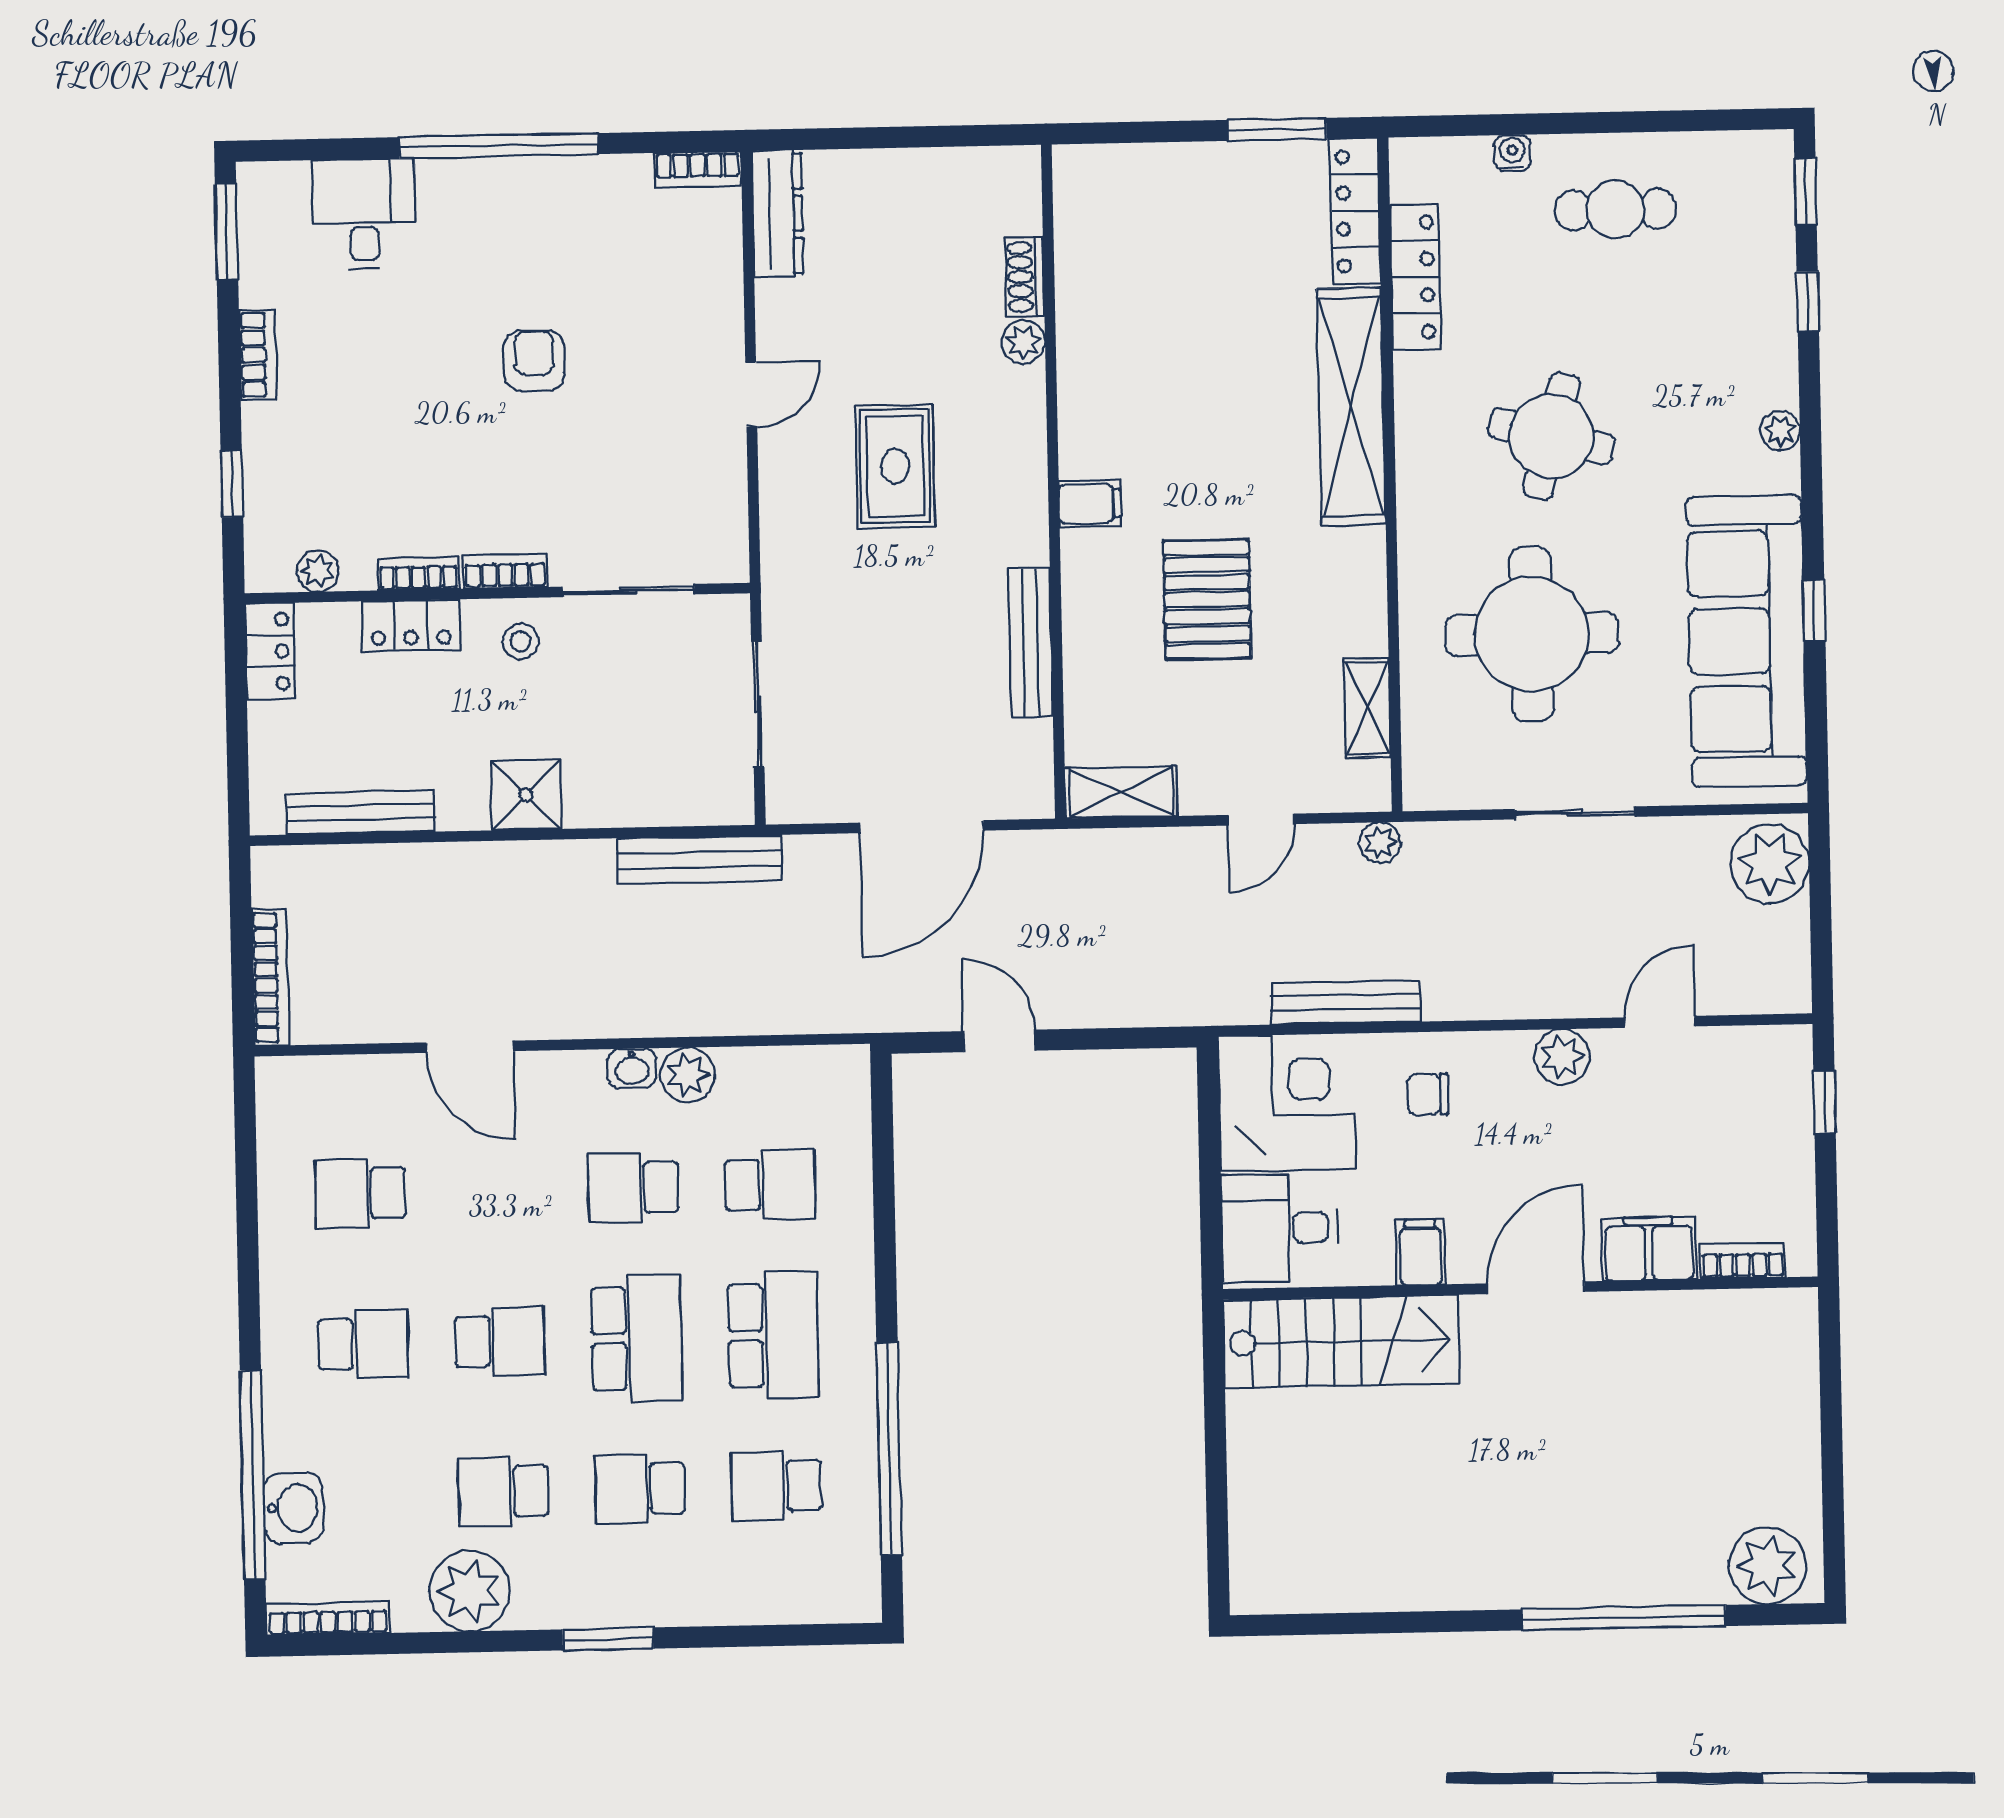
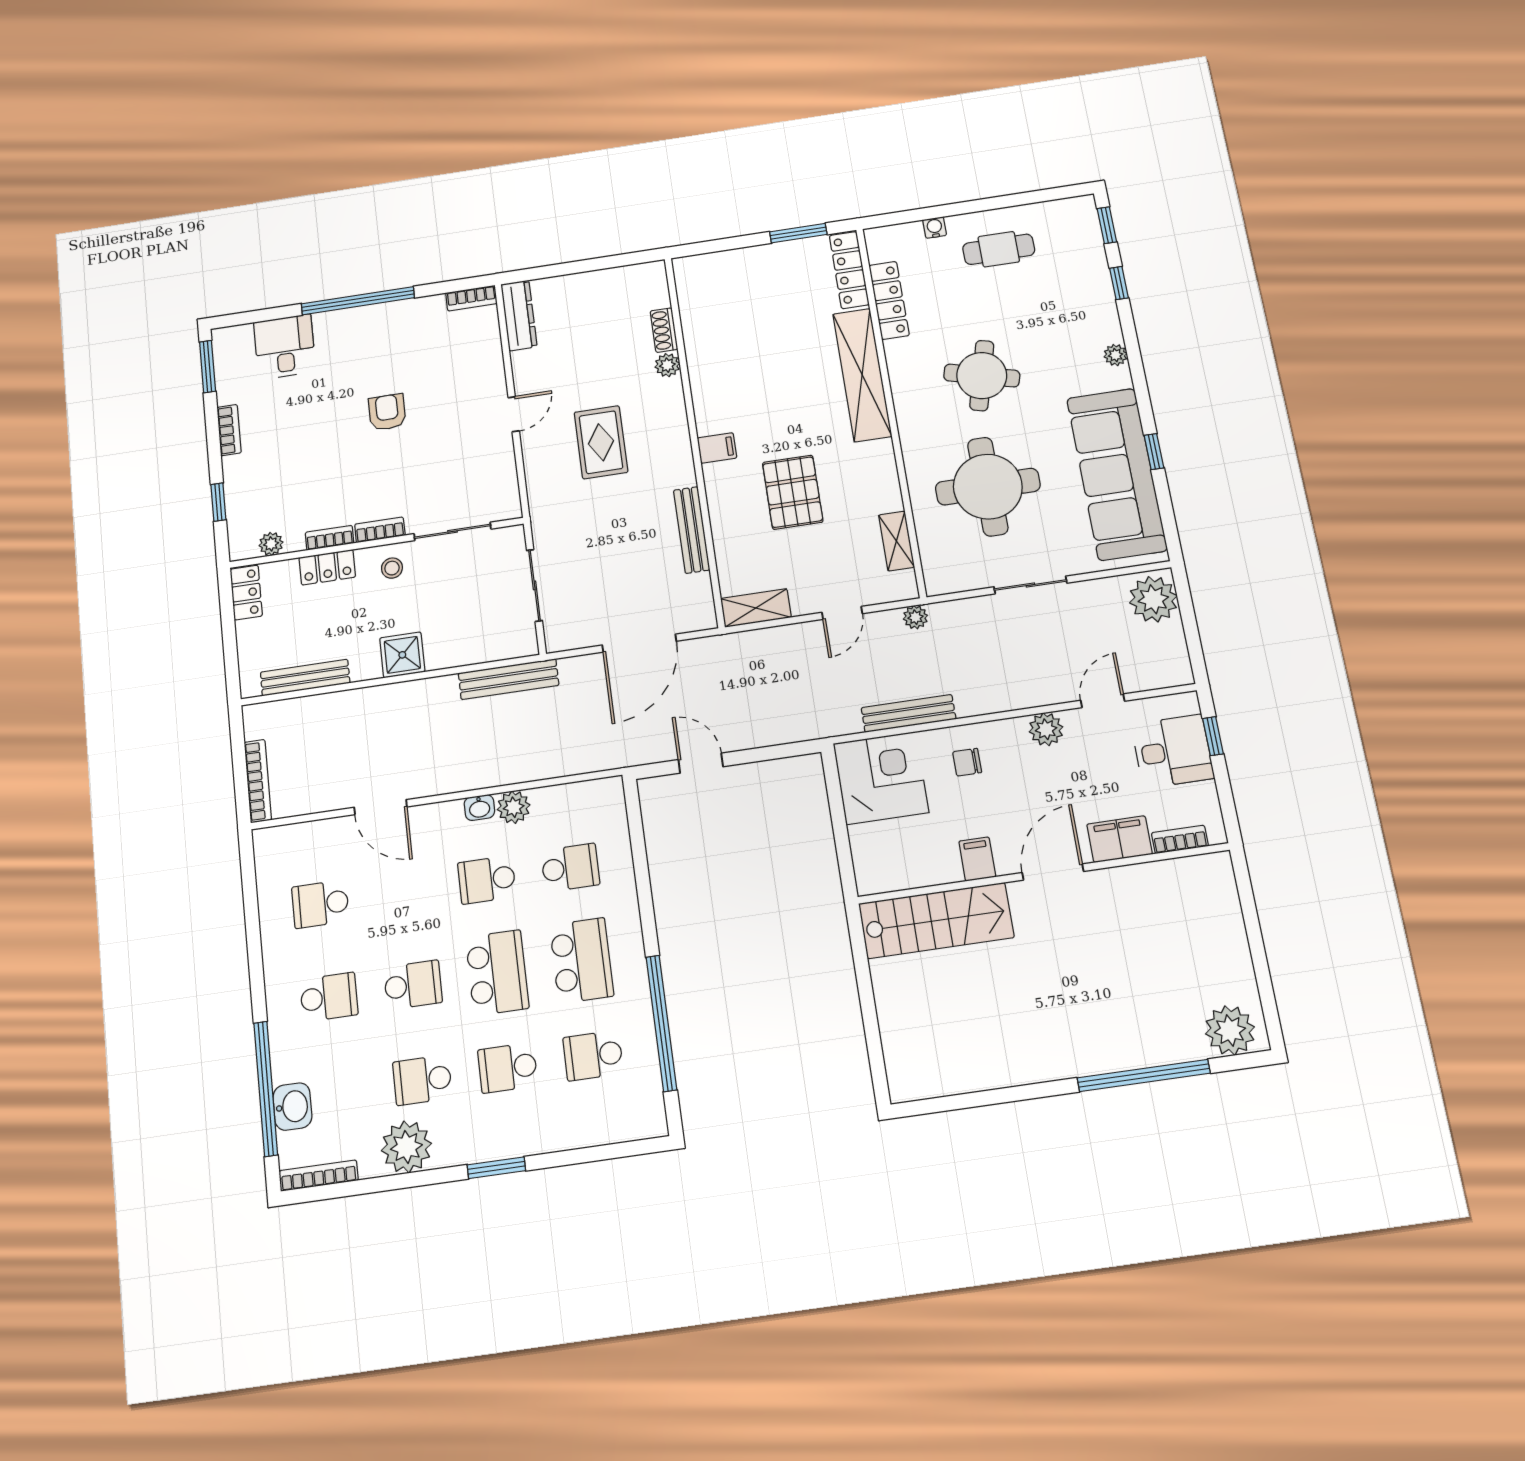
desk: (1279, 1228) -> (1173, 751), moved, turned 180

